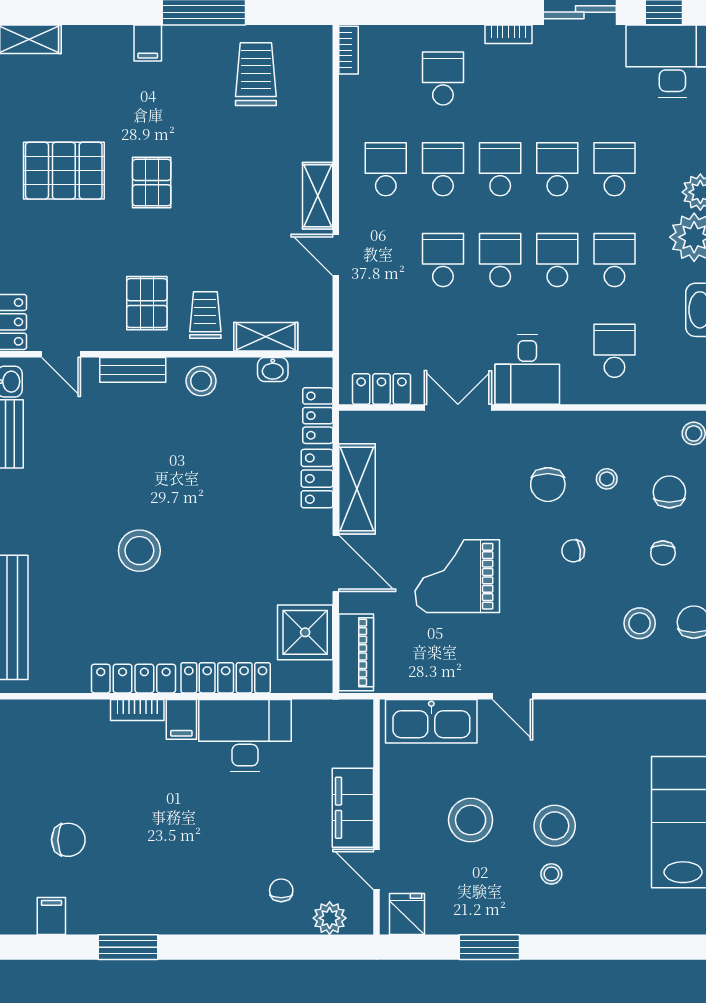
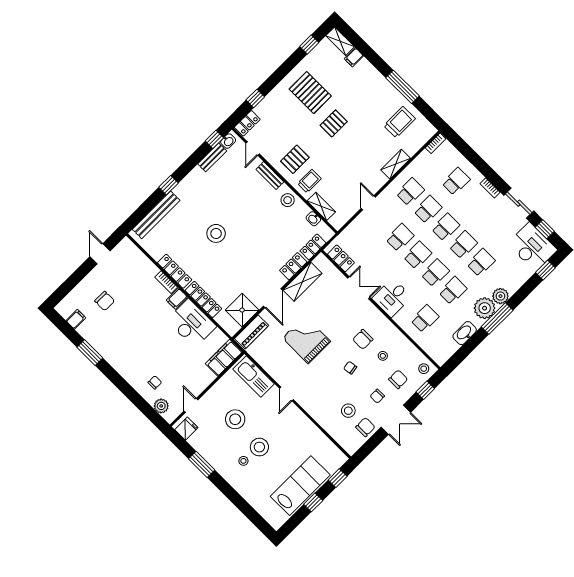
filing cabinet: (148, 43) -> (354, 57), moved
shelving: (318, 196) -> (396, 164), moved
filing cabinet: (353, 808) -> (224, 358), moved

